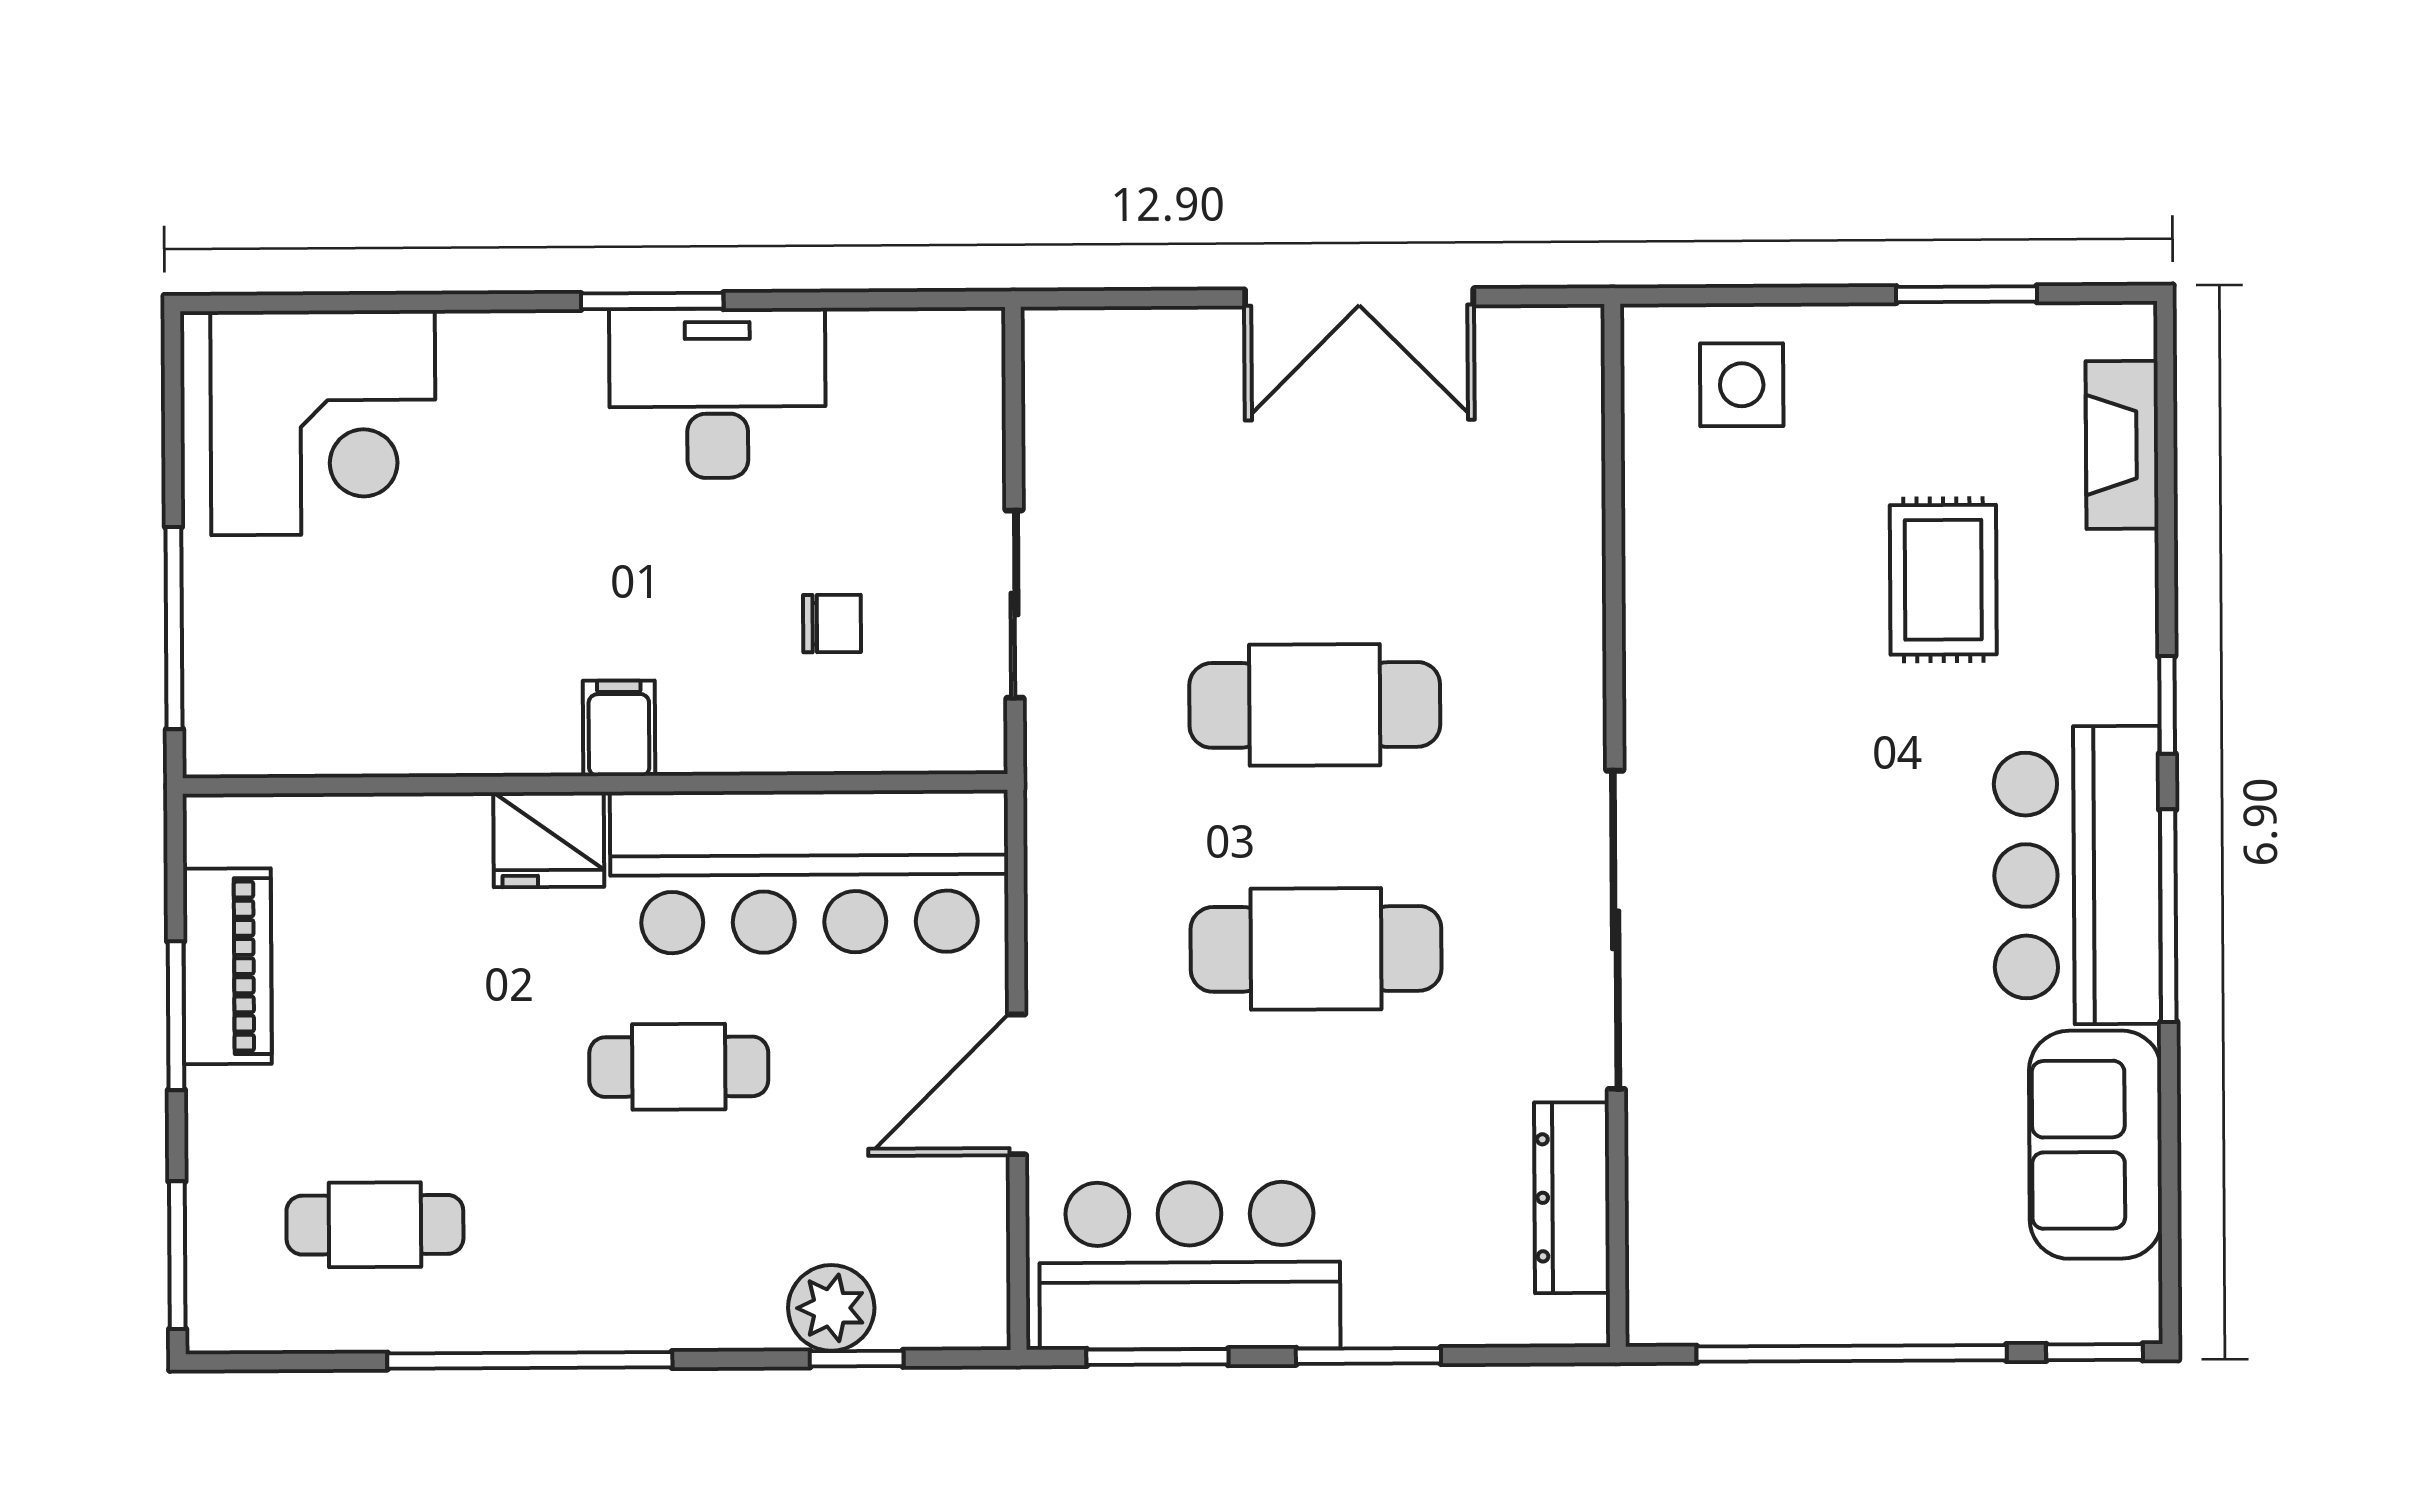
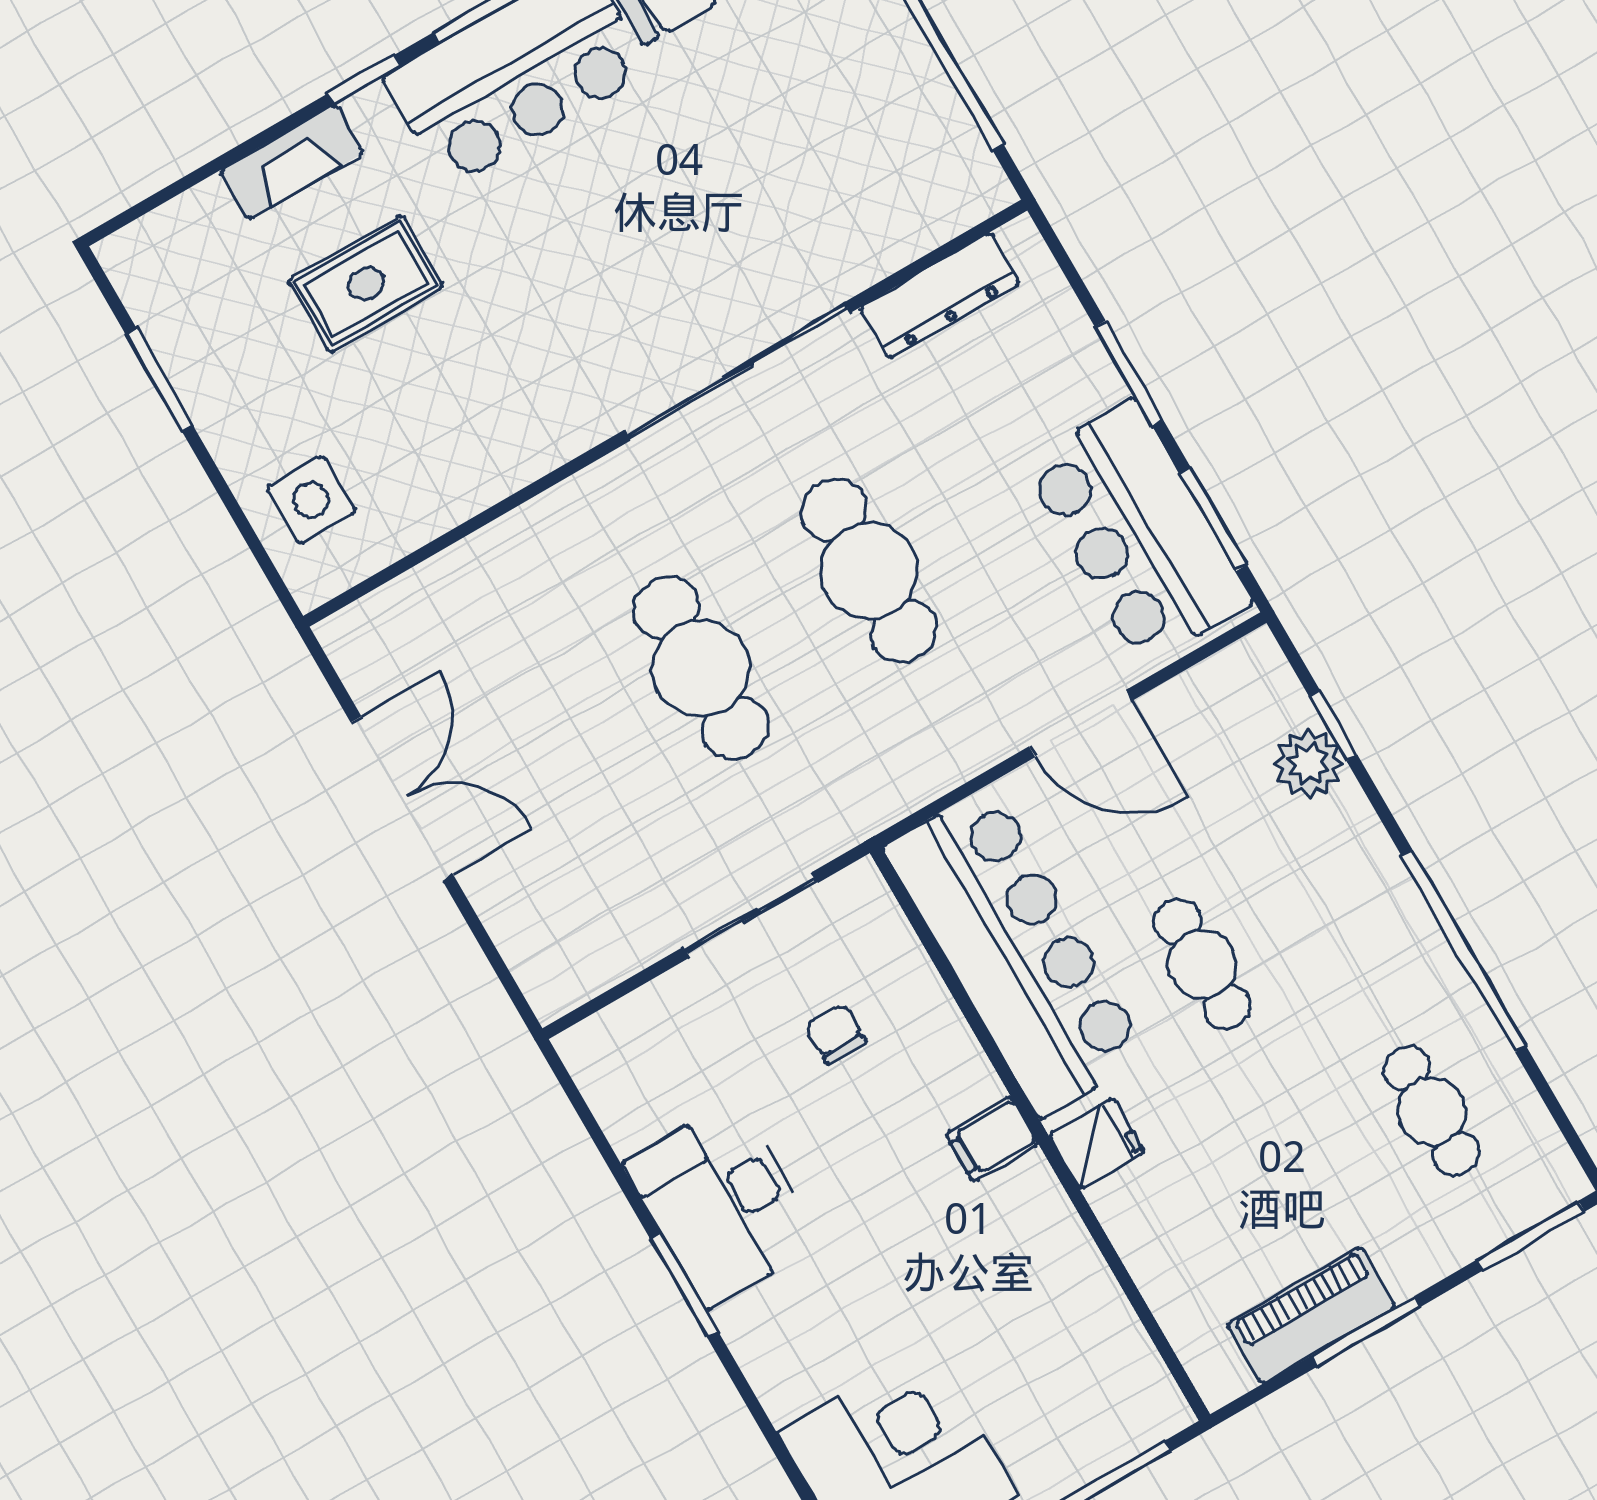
fireplace: (2122, 445) -> (292, 162), moved
fridge: (549, 840) -> (1097, 1144), width x0.72

